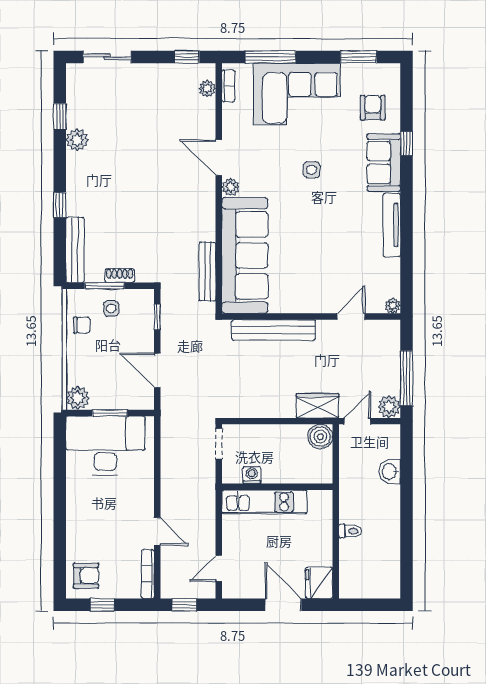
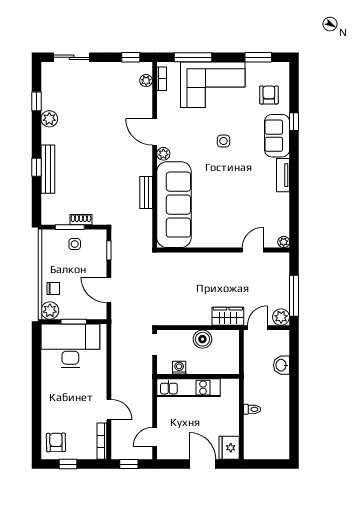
tv unit: (392, 225) -> (283, 175), width x0.71
bench: (75, 250) -> (48, 169), moved
bench: (207, 272) -> (146, 192), moved, width x0.73
chair: (82, 325) -> (53, 288), moved
bench: (274, 330) -> (195, 260), removed
boiler: (320, 437) -> (202, 339), moved
armchair: (86, 576) -> (56, 442), turned -91

